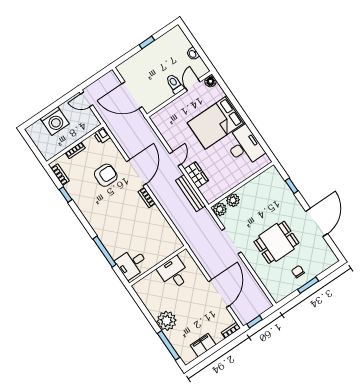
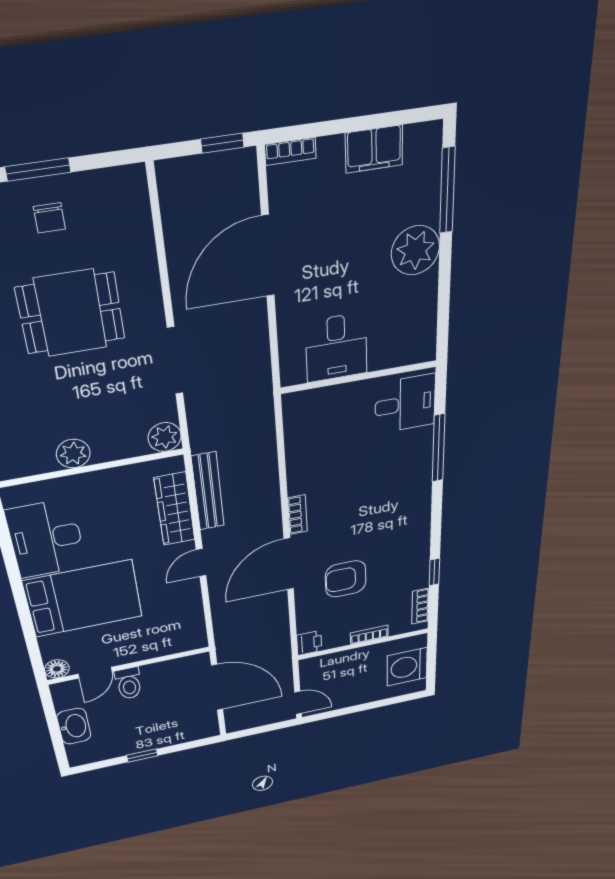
washbasin: (193, 54) -> (74, 726), width x1.91, depth x1.45
washing machine: (55, 121) -> (407, 667), moved, turned -90
wardrobe: (196, 175) -> (175, 509), width x1.50
plant: (233, 200) -> (73, 454), moved

